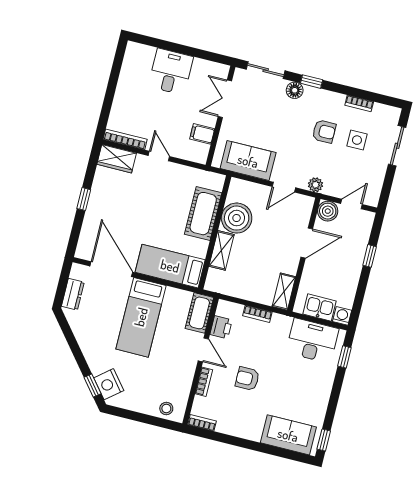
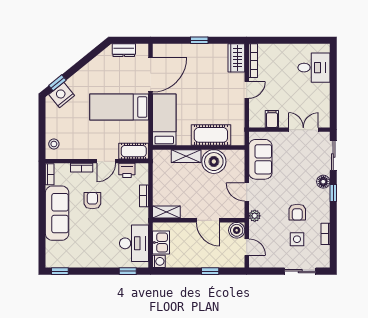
desk: (171, 72) -> (314, 68), moved
sofa: (288, 435) -> (57, 213), moved, width x1.36

